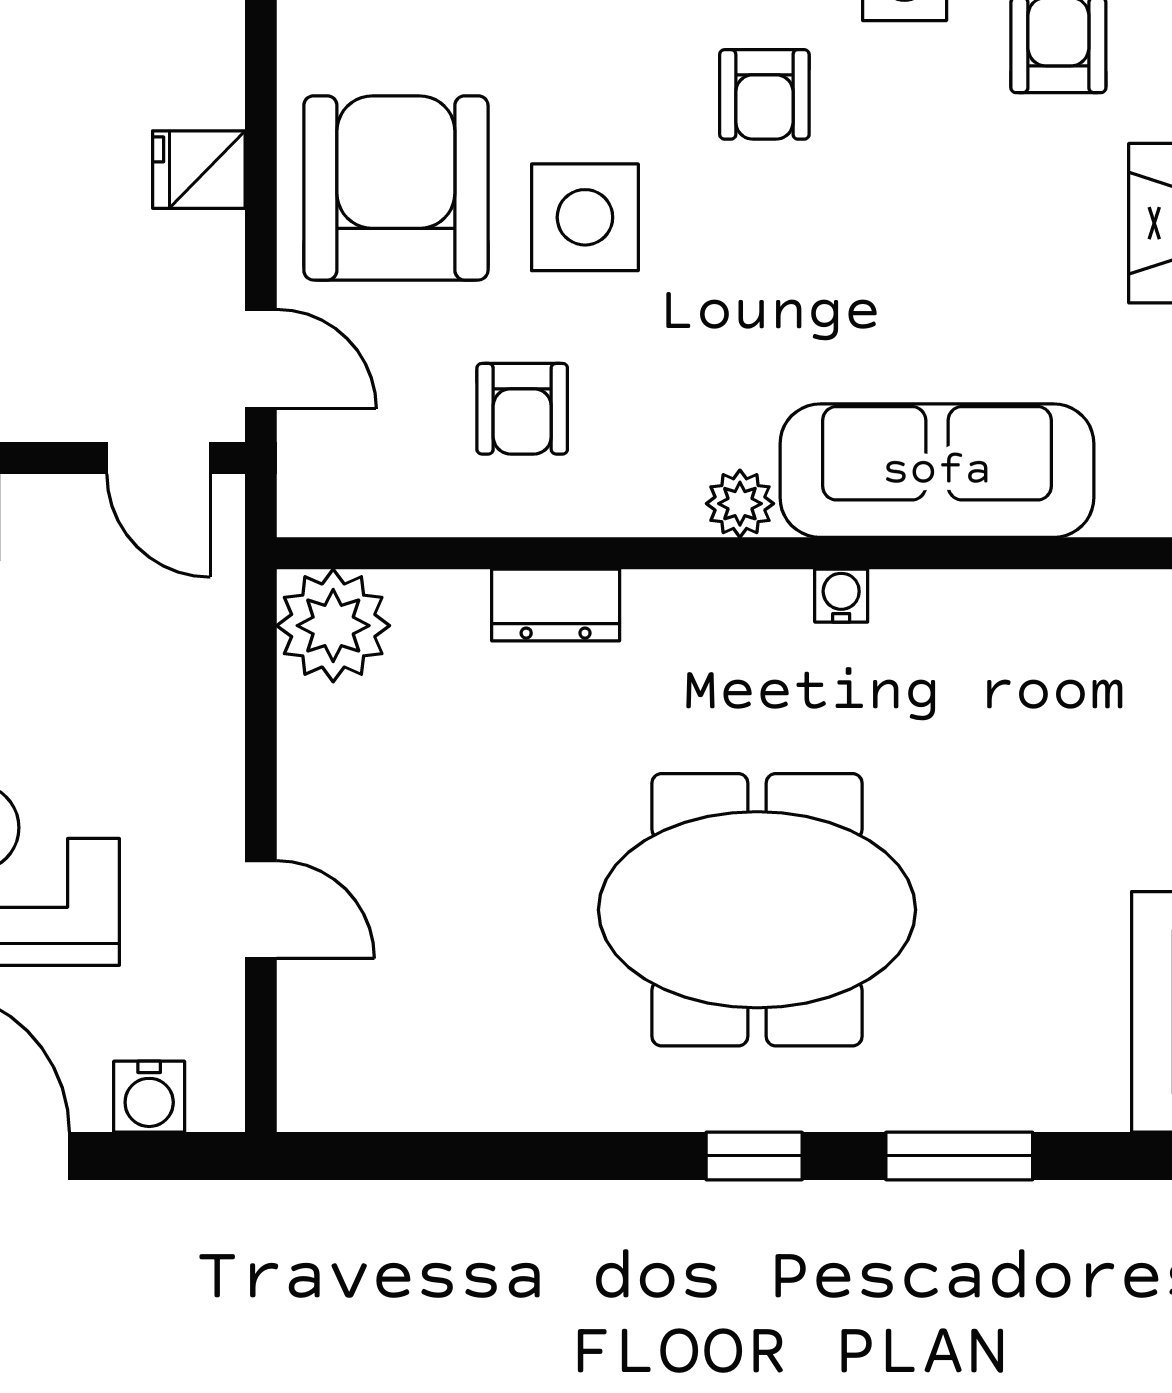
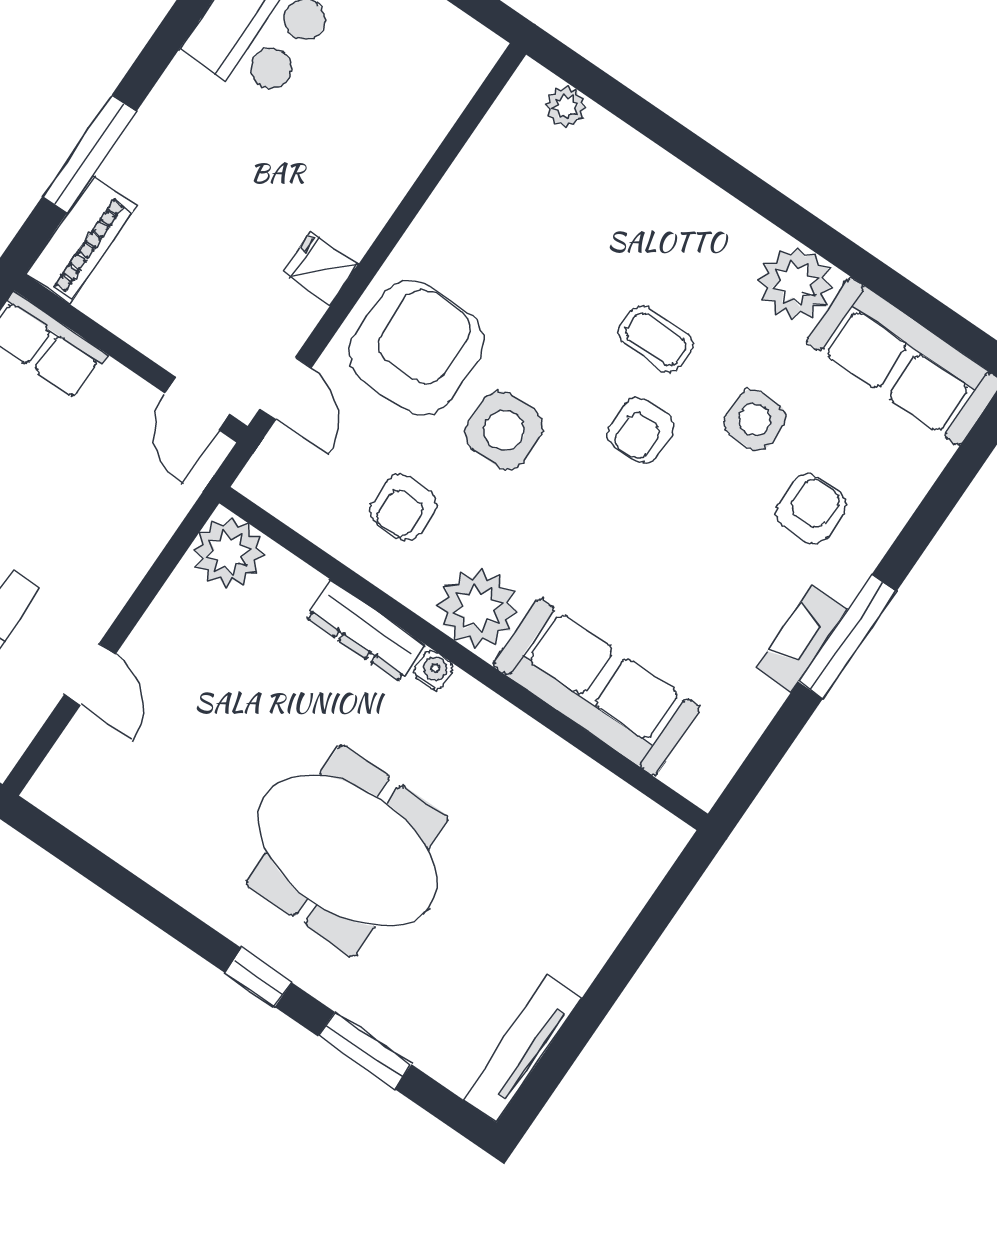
plant: (740, 504) -> (478, 608), width x1.88, depth x1.88
water cooler: (841, 596) -> (434, 670), moved
dresser: (556, 605) -> (366, 631), width x1.44

